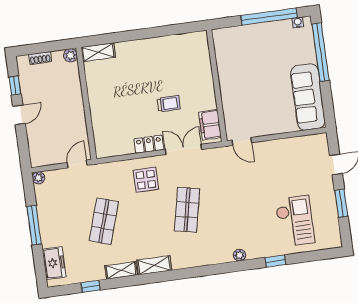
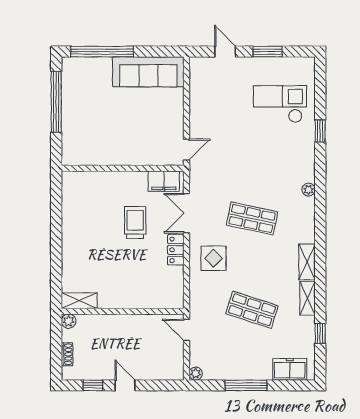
water cooler: (298, 22) -> (67, 72), removed
shelving: (98, 52) -> (79, 301), moved, turned 90
trolley: (169, 104) -> (135, 223), width x1.36, depth x1.39
plant: (240, 255) -> (309, 190), moved

